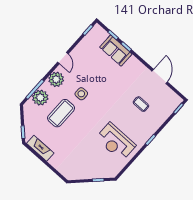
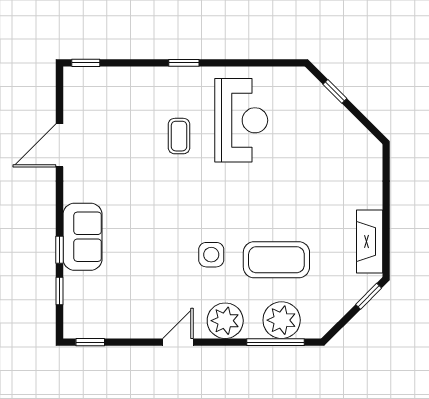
sofa: (116, 51) -> (83, 237), moved
coffee table: (141, 104) -> (179, 136), moved

